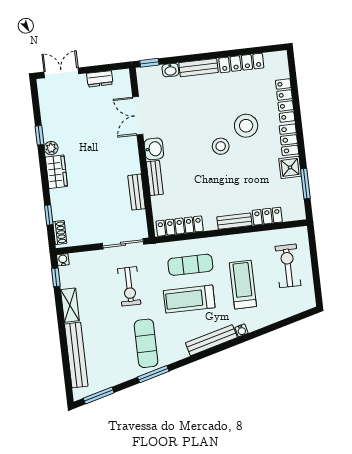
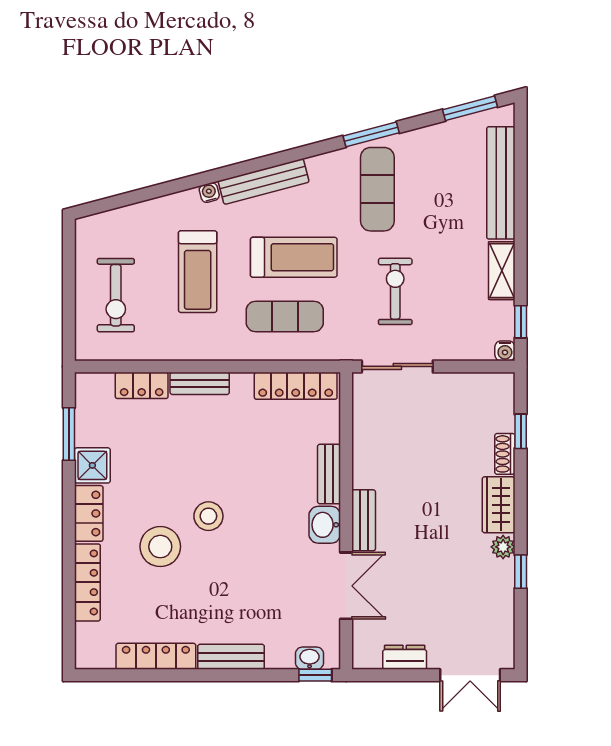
washbasin: (170, 70) -> (310, 658), moved
bench: (137, 192) -> (364, 520), moved
shoe rack: (60, 233) -> (505, 454), moved

